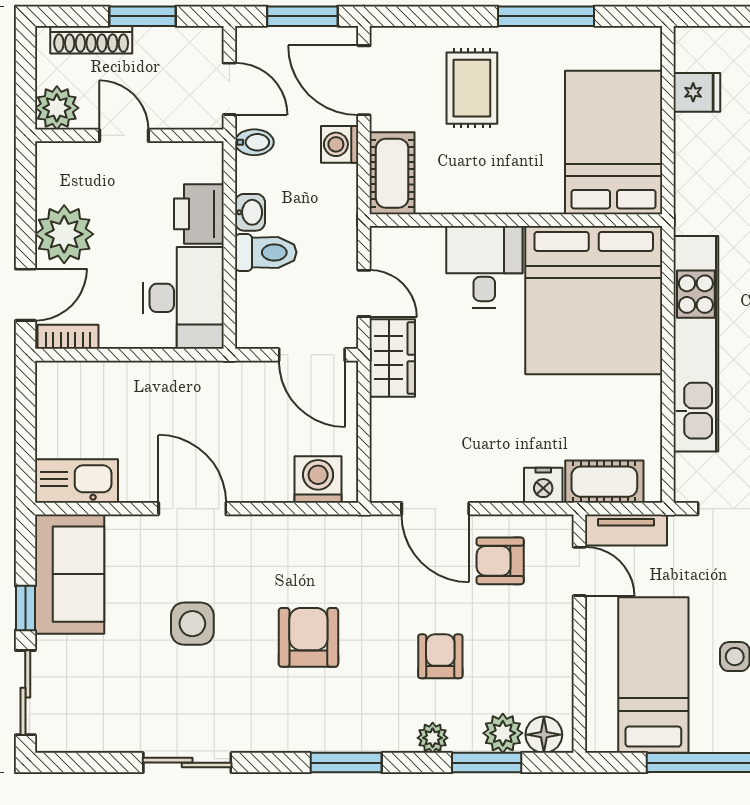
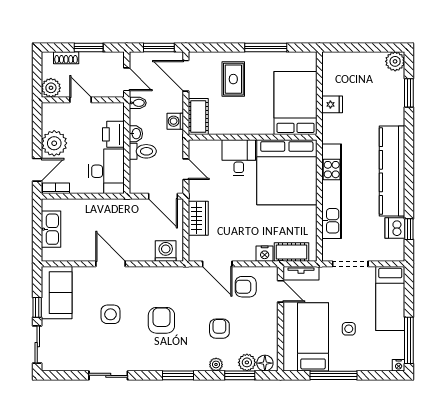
shoe rack: (91, 40) -> (66, 58), width x0.70
fridge: (697, 92) -> (332, 104), moved
washing machine: (340, 144) -> (175, 121), moved
wardrobe: (392, 358) -> (198, 218), moved
kitchen sink: (76, 481) -> (51, 229), moved, turned 90

